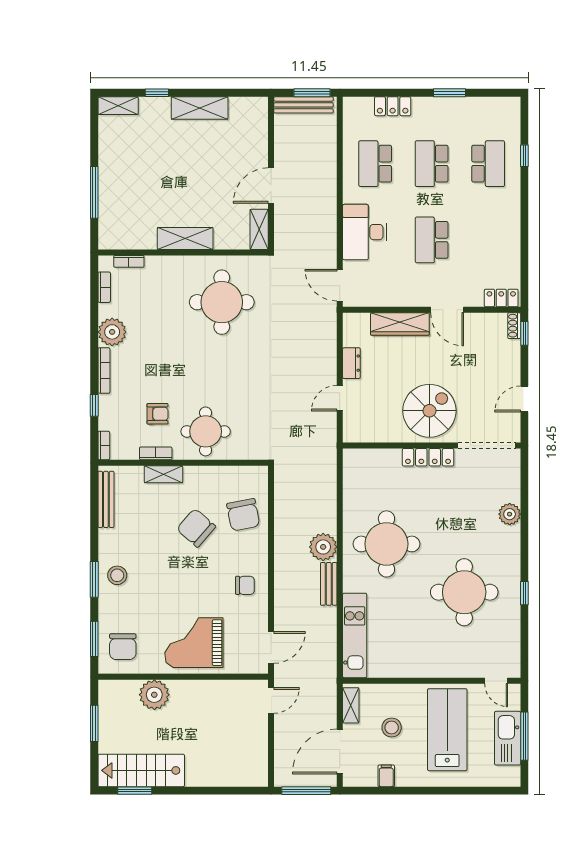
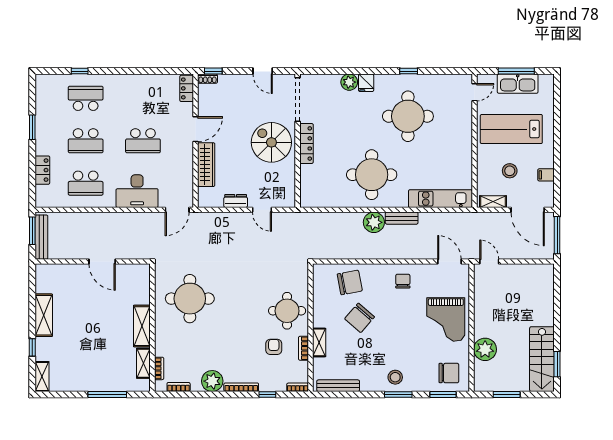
shelving: (259, 229) -> (143, 363), moved, turned 90
fridge: (509, 537) -> (366, 83), added

